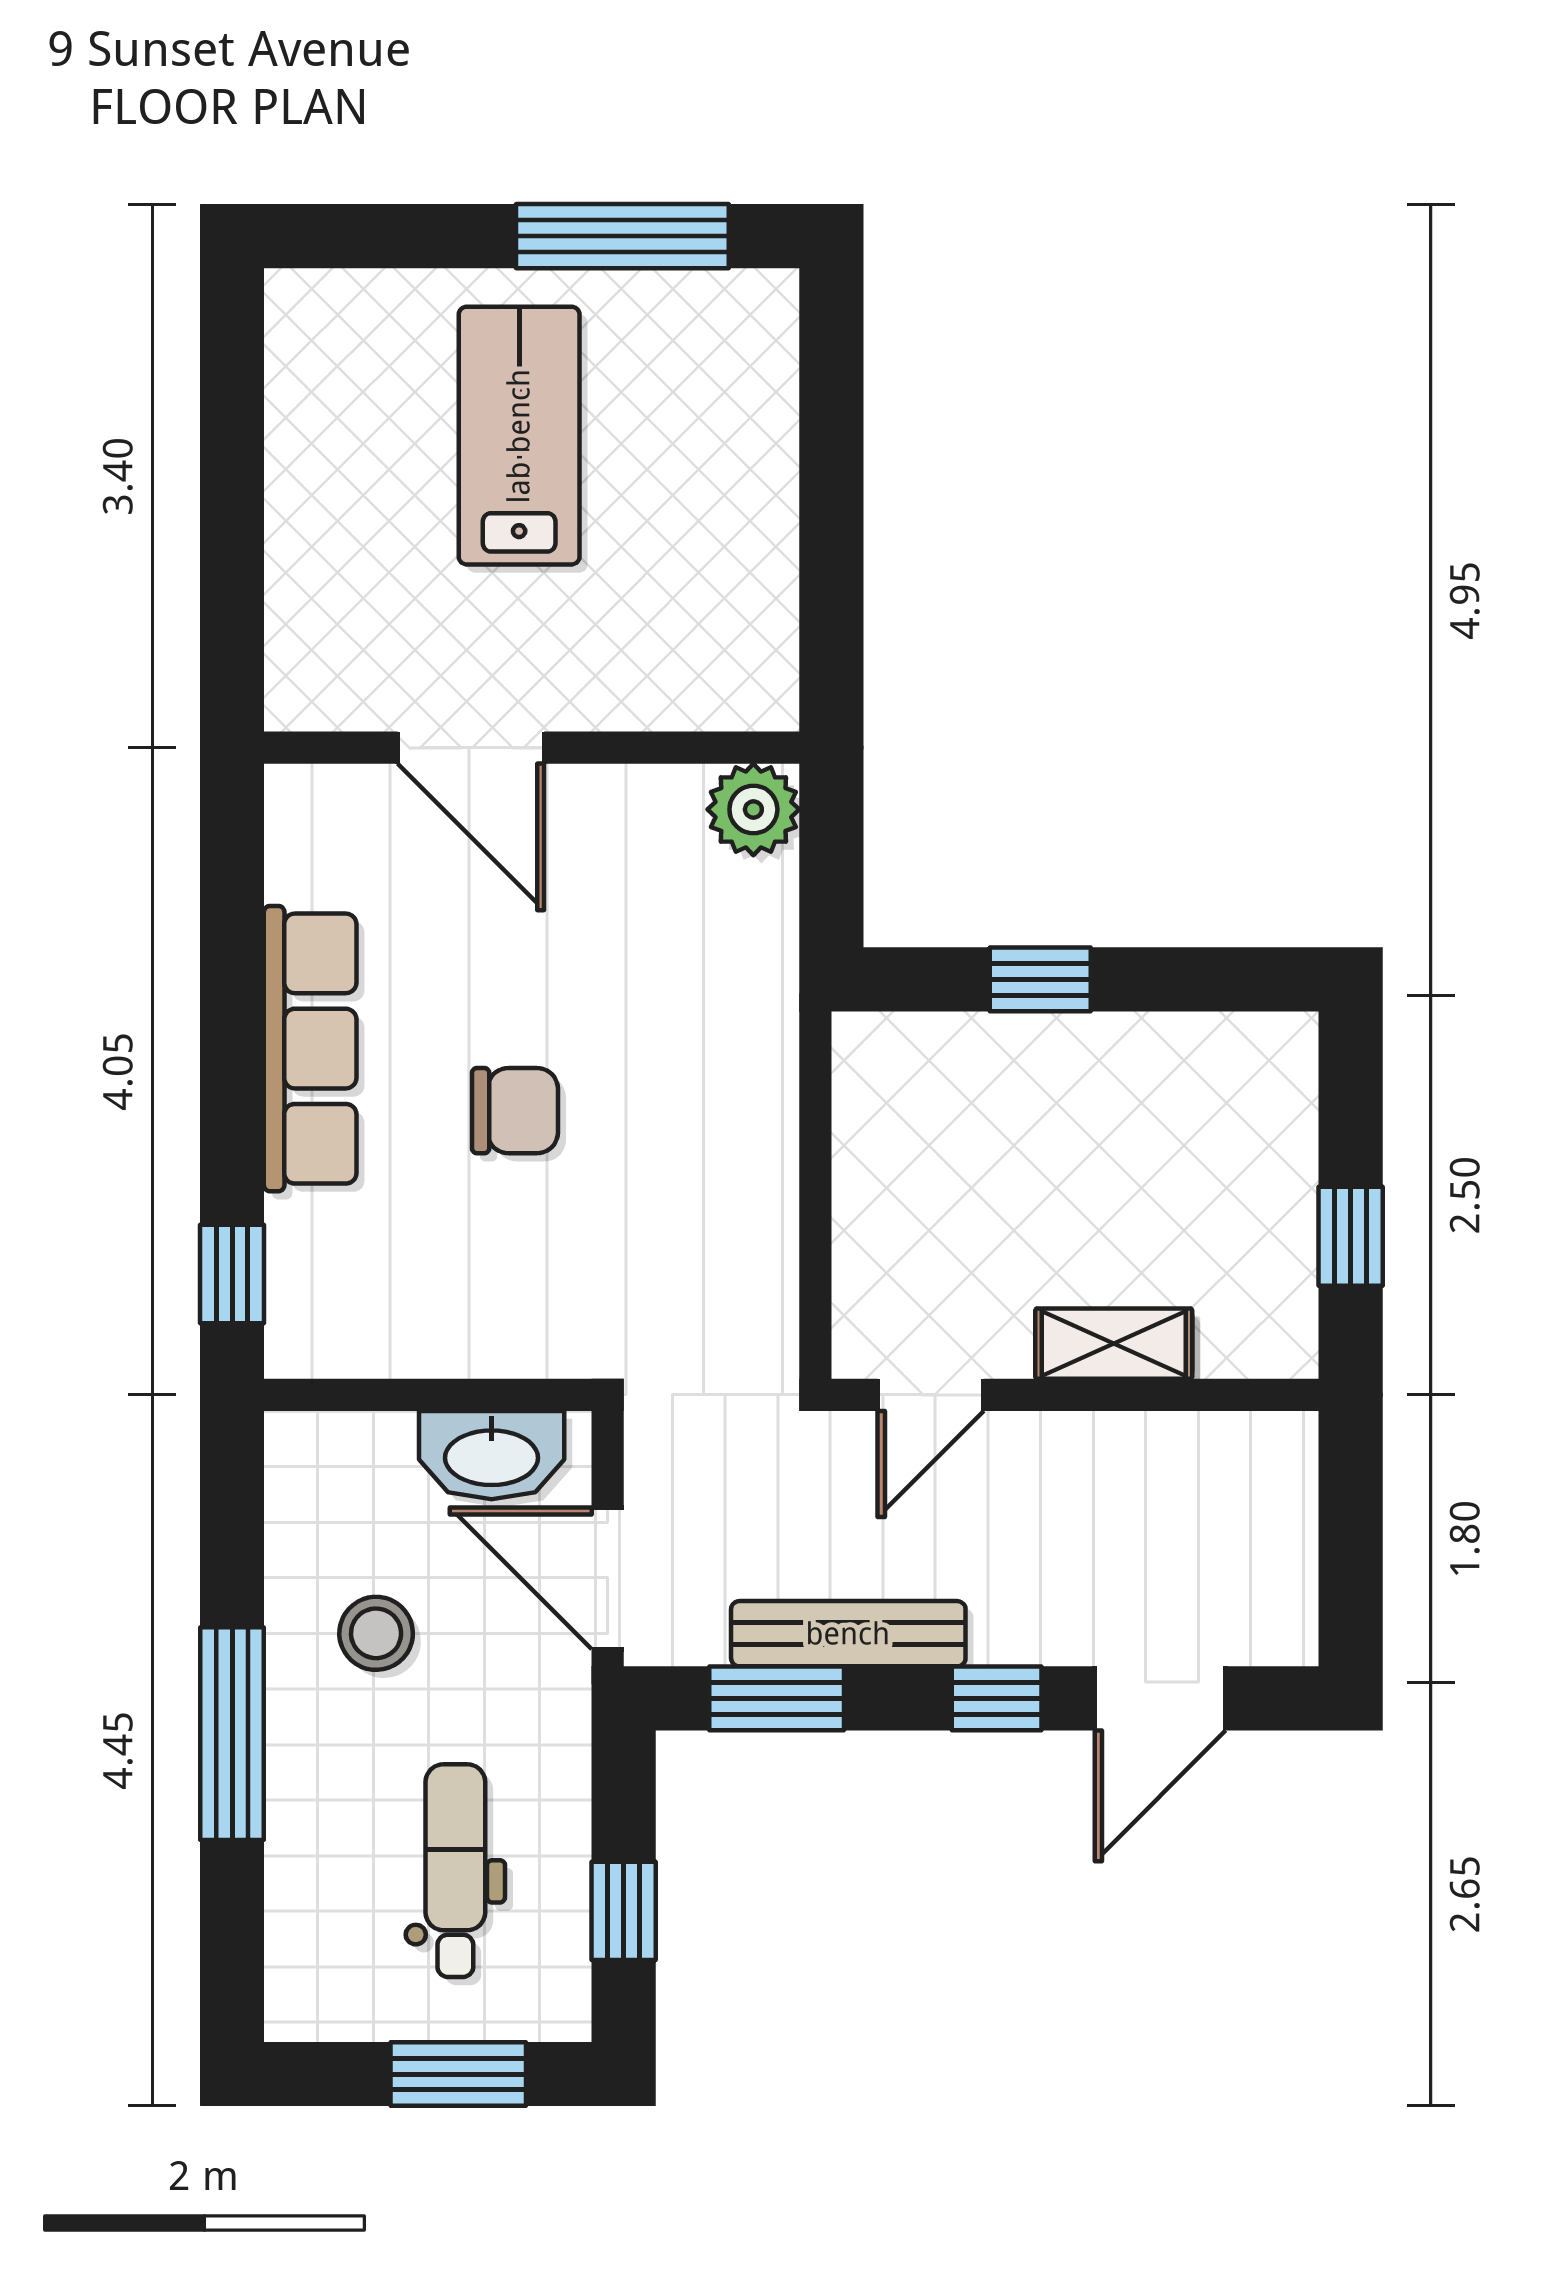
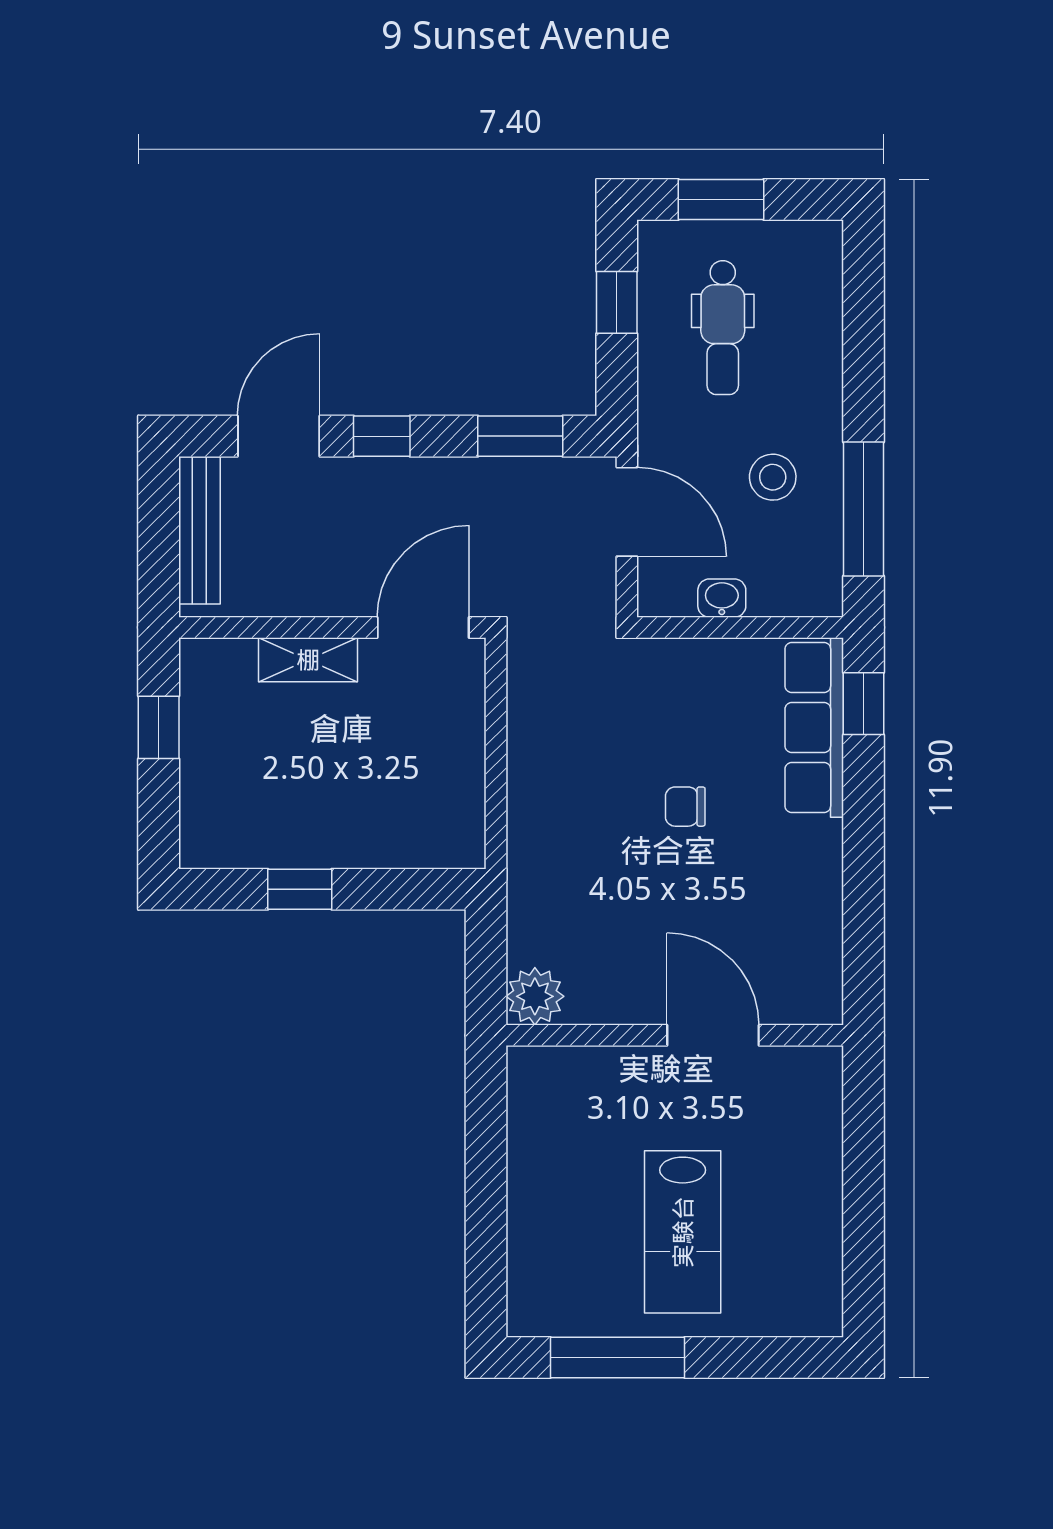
window: (1040, 979) -> (300, 889), moved
row of seats: (310, 1049) -> (814, 727), moved
chair: (515, 1111) -> (685, 807), width x0.73, depth x0.73
door: (931, 1395) -> (423, 627), width x1.38
washbasin: (492, 1455) -> (722, 598), width x0.52, depth x0.69
bench: (848, 1634) -> (199, 530), moved, turned 90
window: (232, 1734) -> (864, 509), moved

